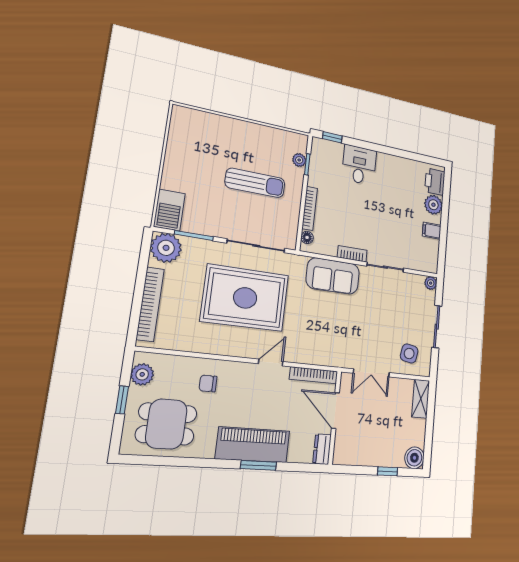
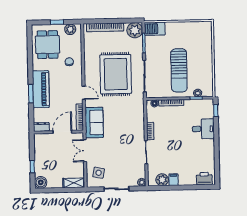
sun lounger: (255, 183) -> (179, 70), width x1.36, depth x1.34
plant: (433, 205) -> (162, 180), moved
sofa: (333, 276) -> (94, 123), moved, turned 180

